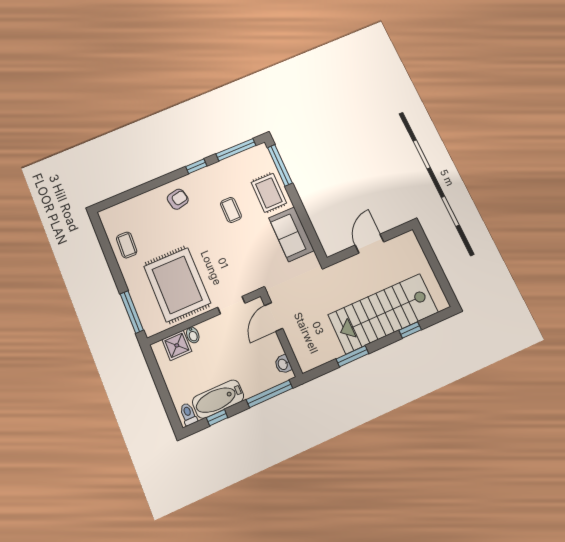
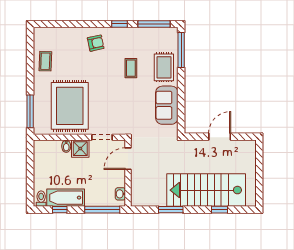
shower: (177, 345) -> (80, 149), moved

